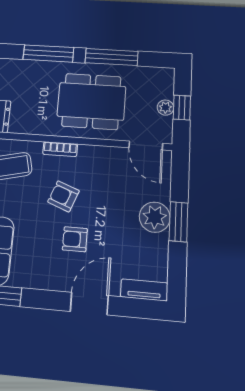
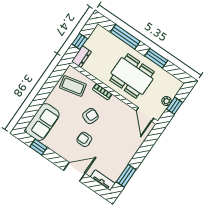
window: (112, 57) -> (156, 58), width x0.69
armchair: (63, 196) -> (90, 116), turned 90
plant: (155, 217) -> (128, 151), removed
window: (179, 222) -> (126, 176), moved

